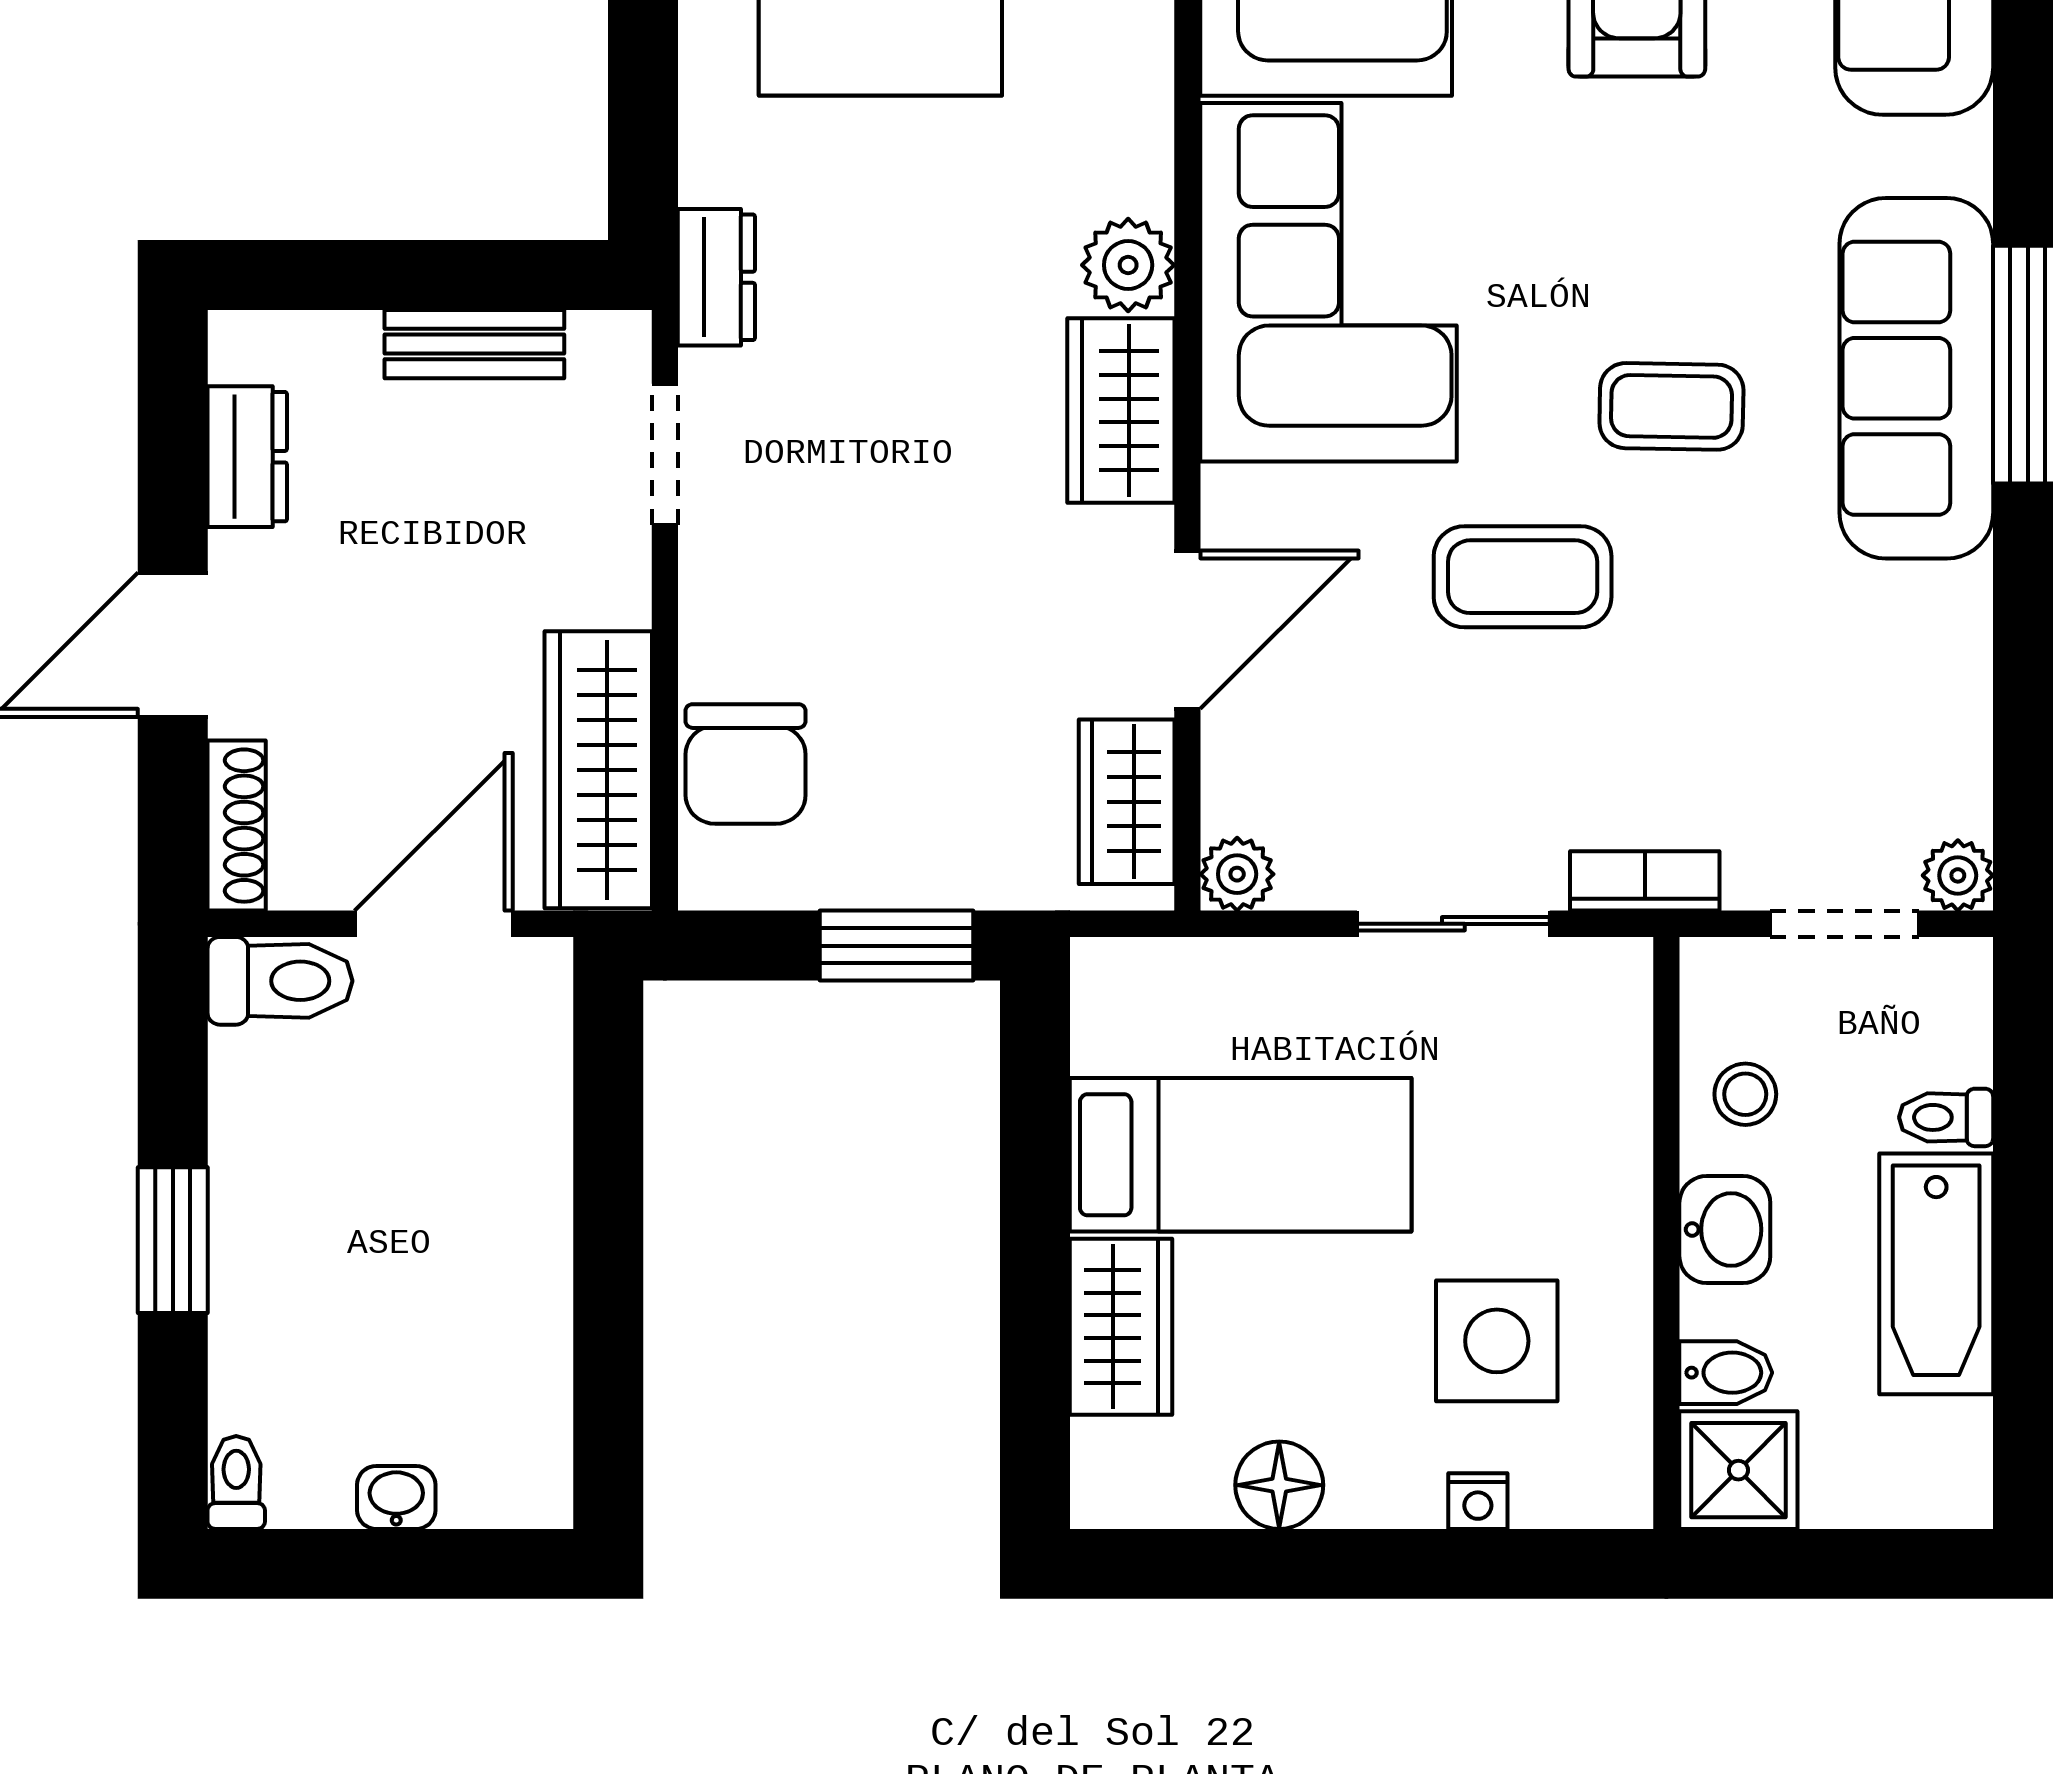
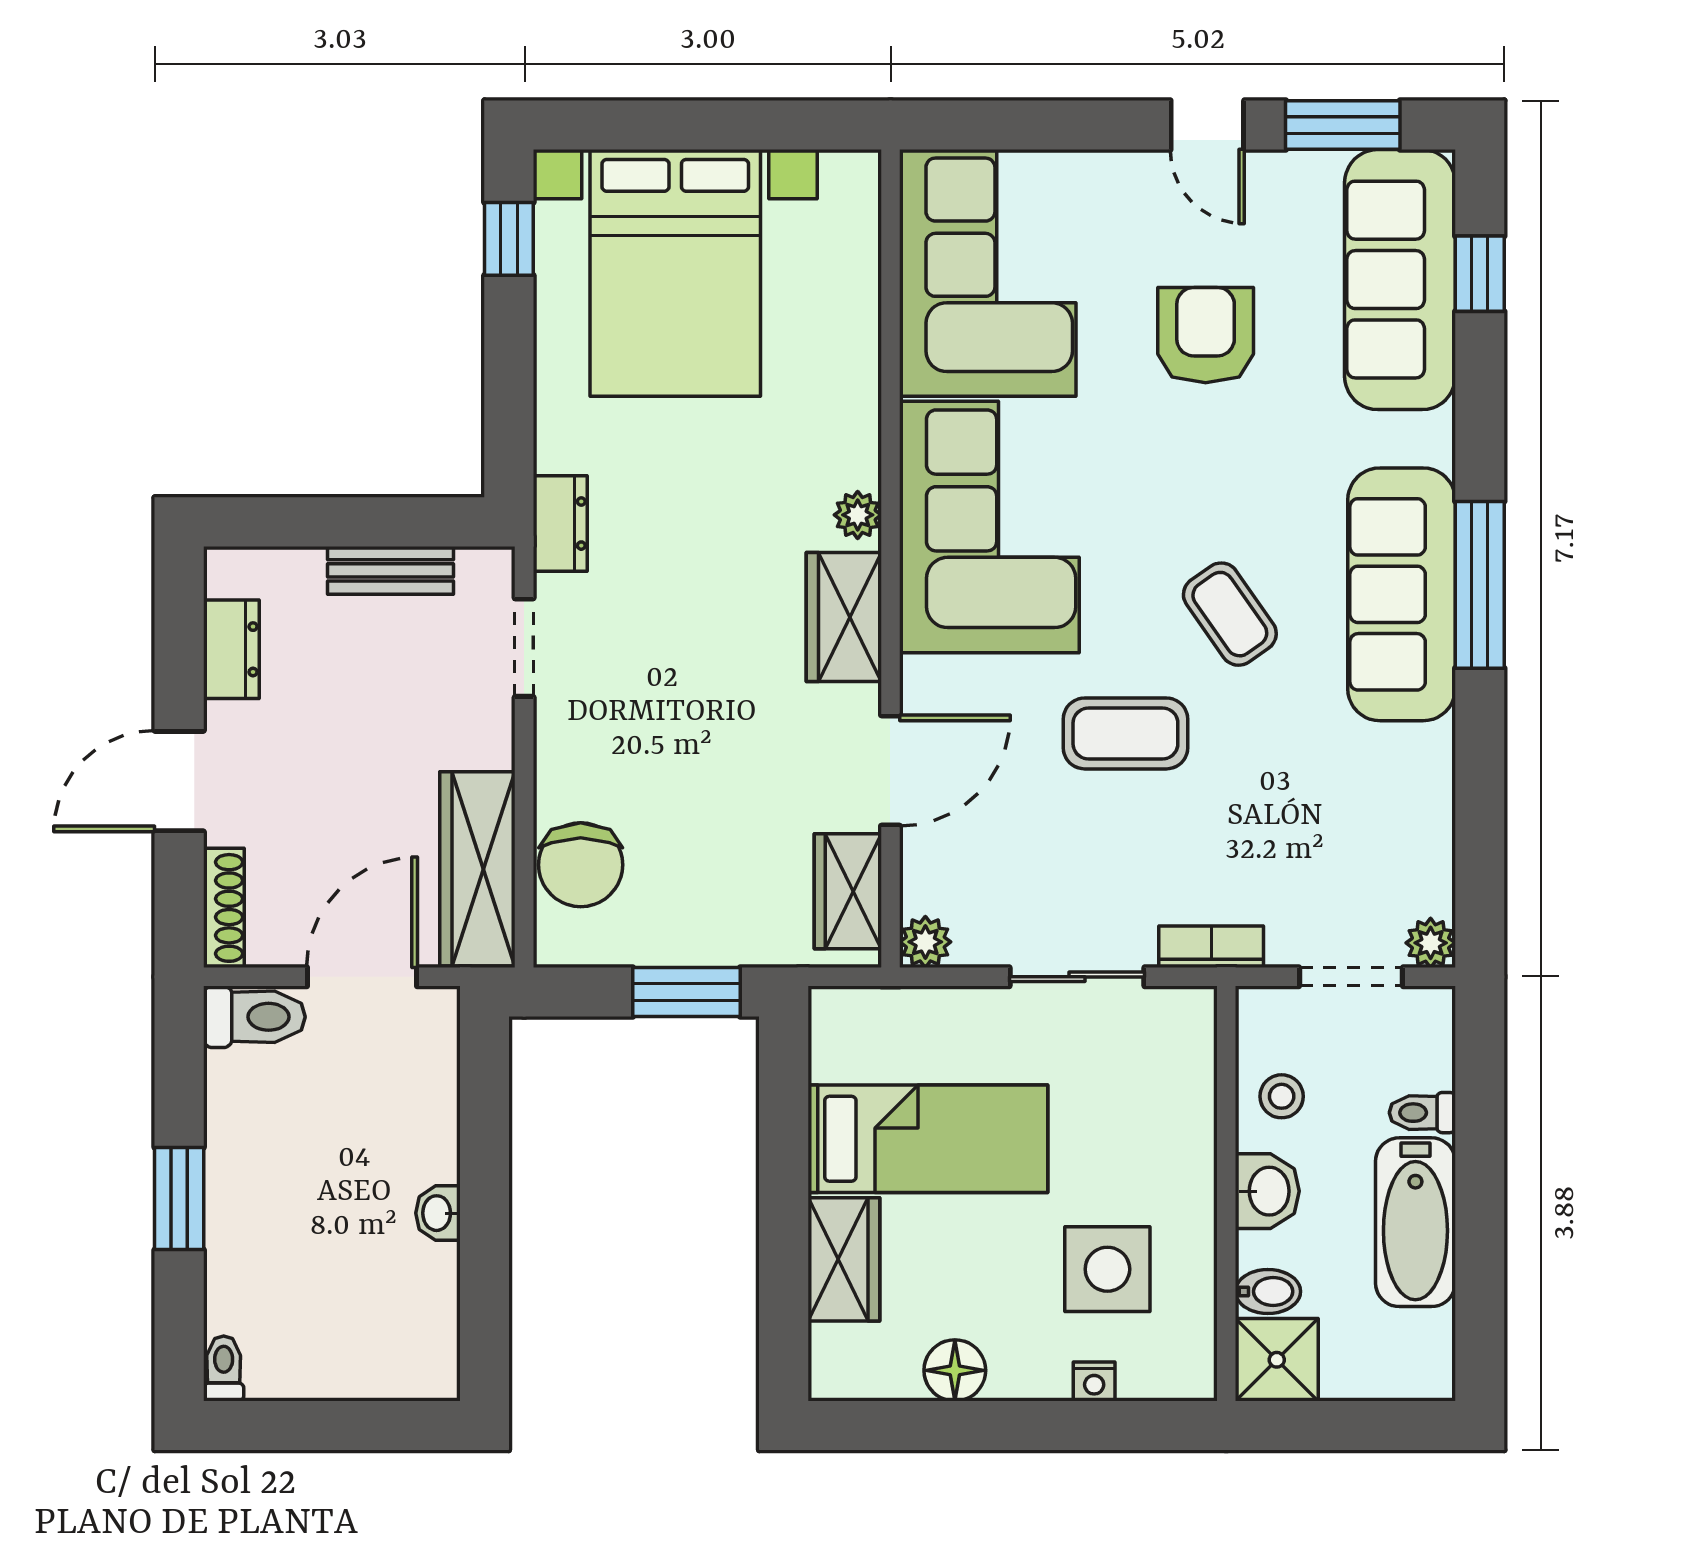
plant: (1128, 265) -> (858, 515), width x0.73, depth x0.73
coffee table: (1671, 406) -> (1230, 614), turned 54
washbasin: (396, 1497) -> (438, 1213), moved, turned -90

